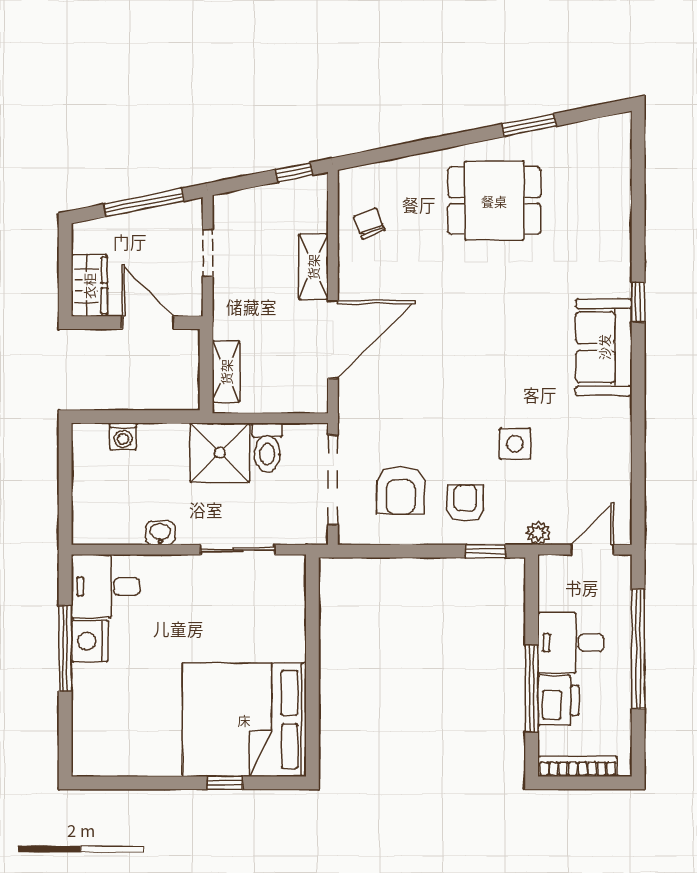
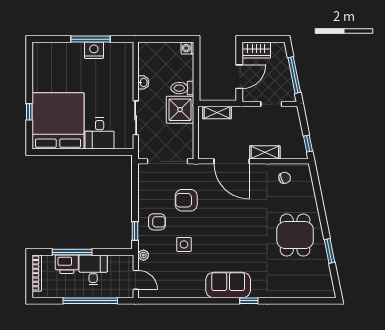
washing machine: (123, 436) -> (187, 48), moved
toilet: (267, 447) -> (182, 88), moved
armchair: (401, 490) -> (186, 200), moved
desk: (106, 586) -> (100, 134), moved, turned 180

